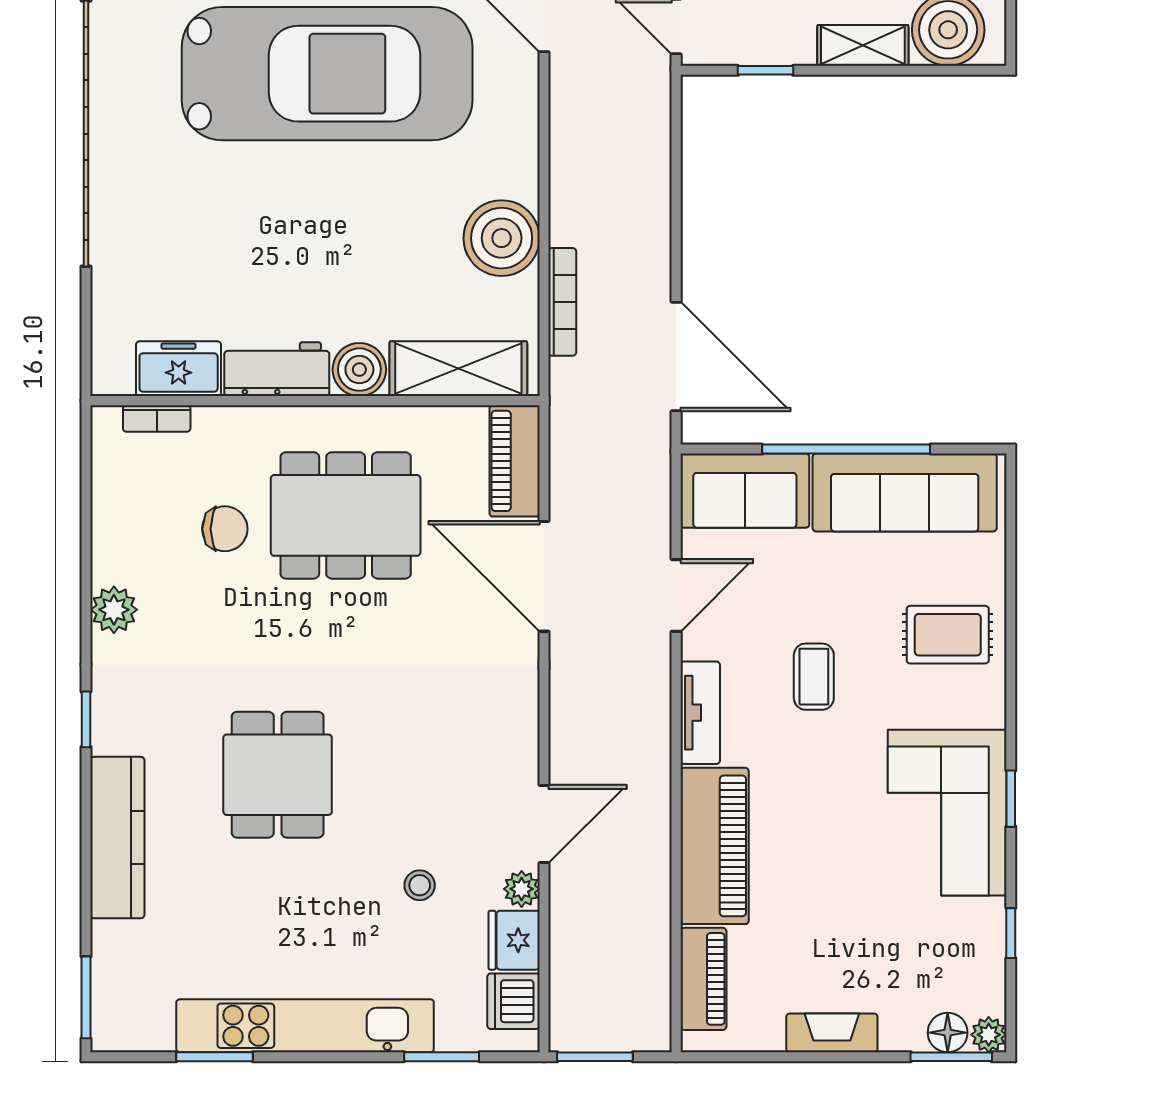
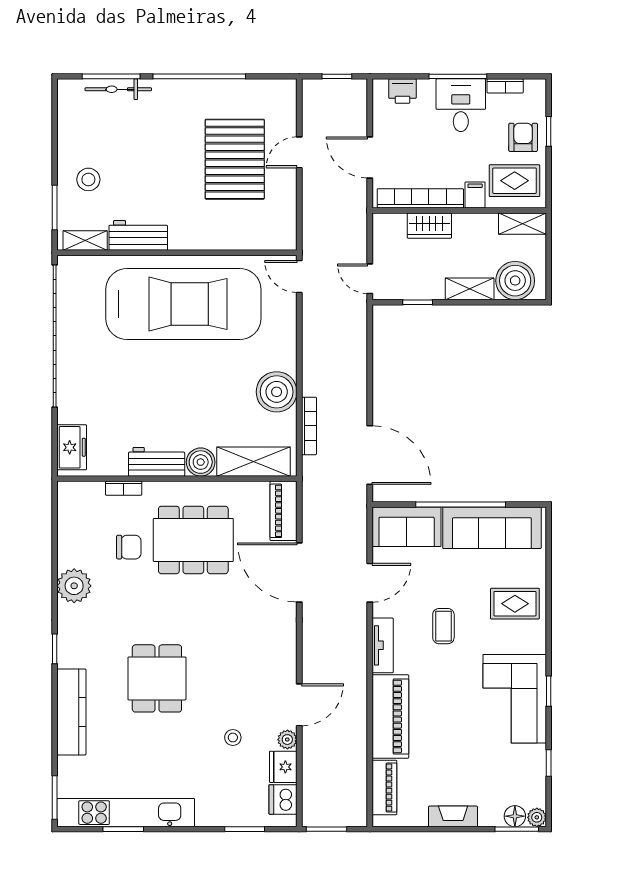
freezer: (179, 369) -> (72, 447), moved, turned 90
bookcase: (157, 418) -> (124, 488), moved
plant: (114, 610) -> (74, 586), width x1.36, depth x1.36
kitchen unit: (305, 1026) -> (126, 813), moved

